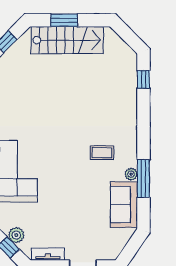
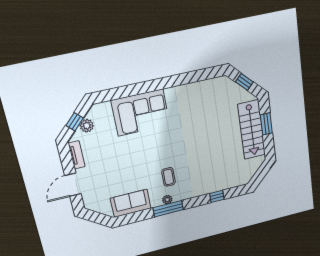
window: (143, 79) -> (217, 196), moved
plant: (131, 174) -> (167, 200), moved
window: (143, 178) -> (168, 209), moved

